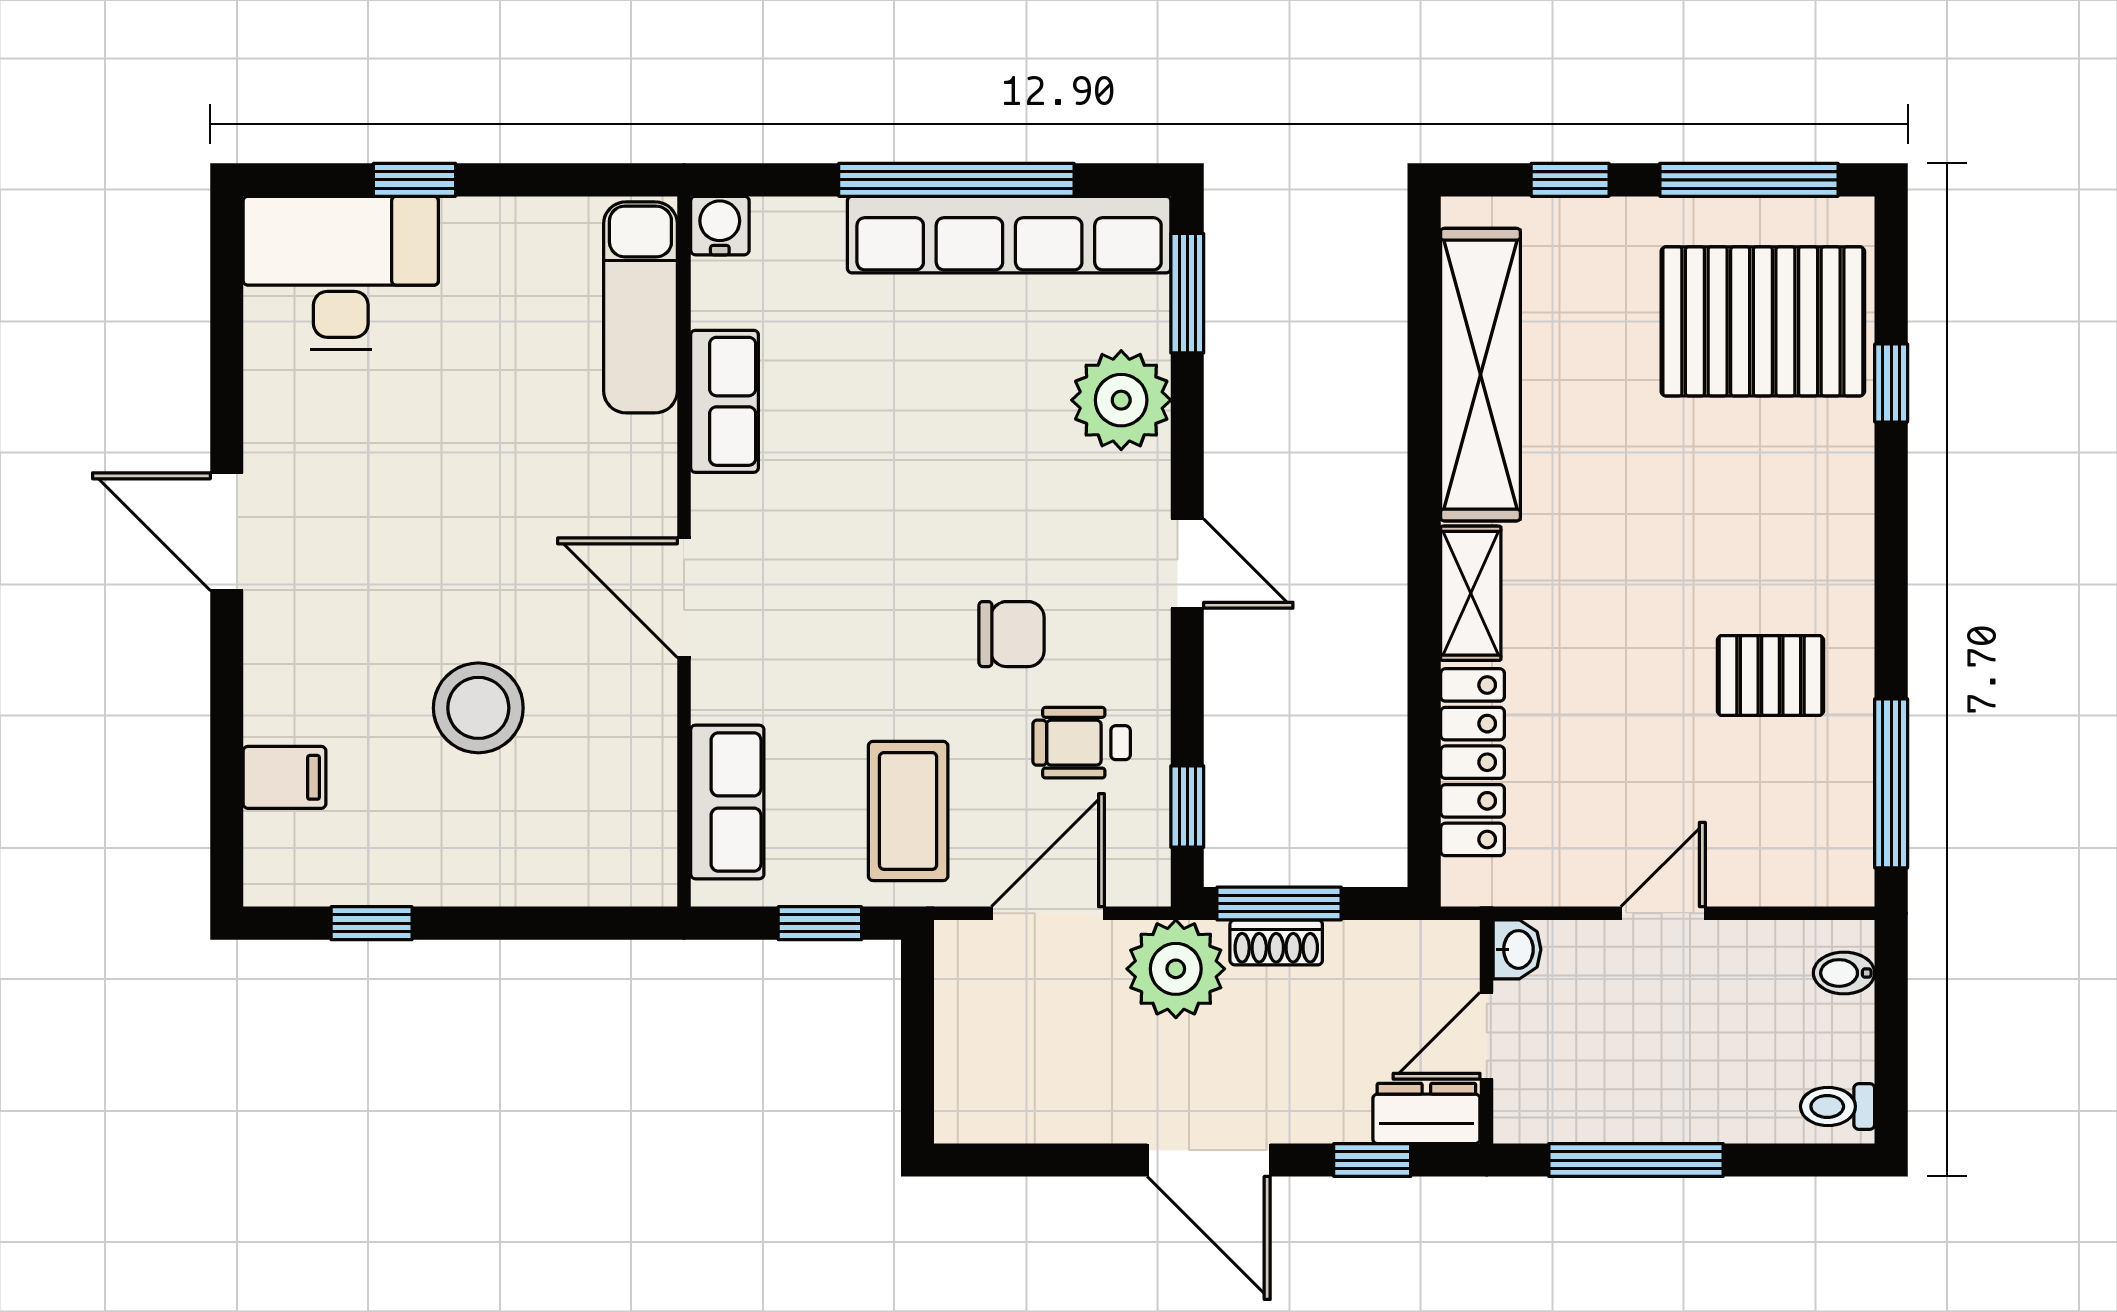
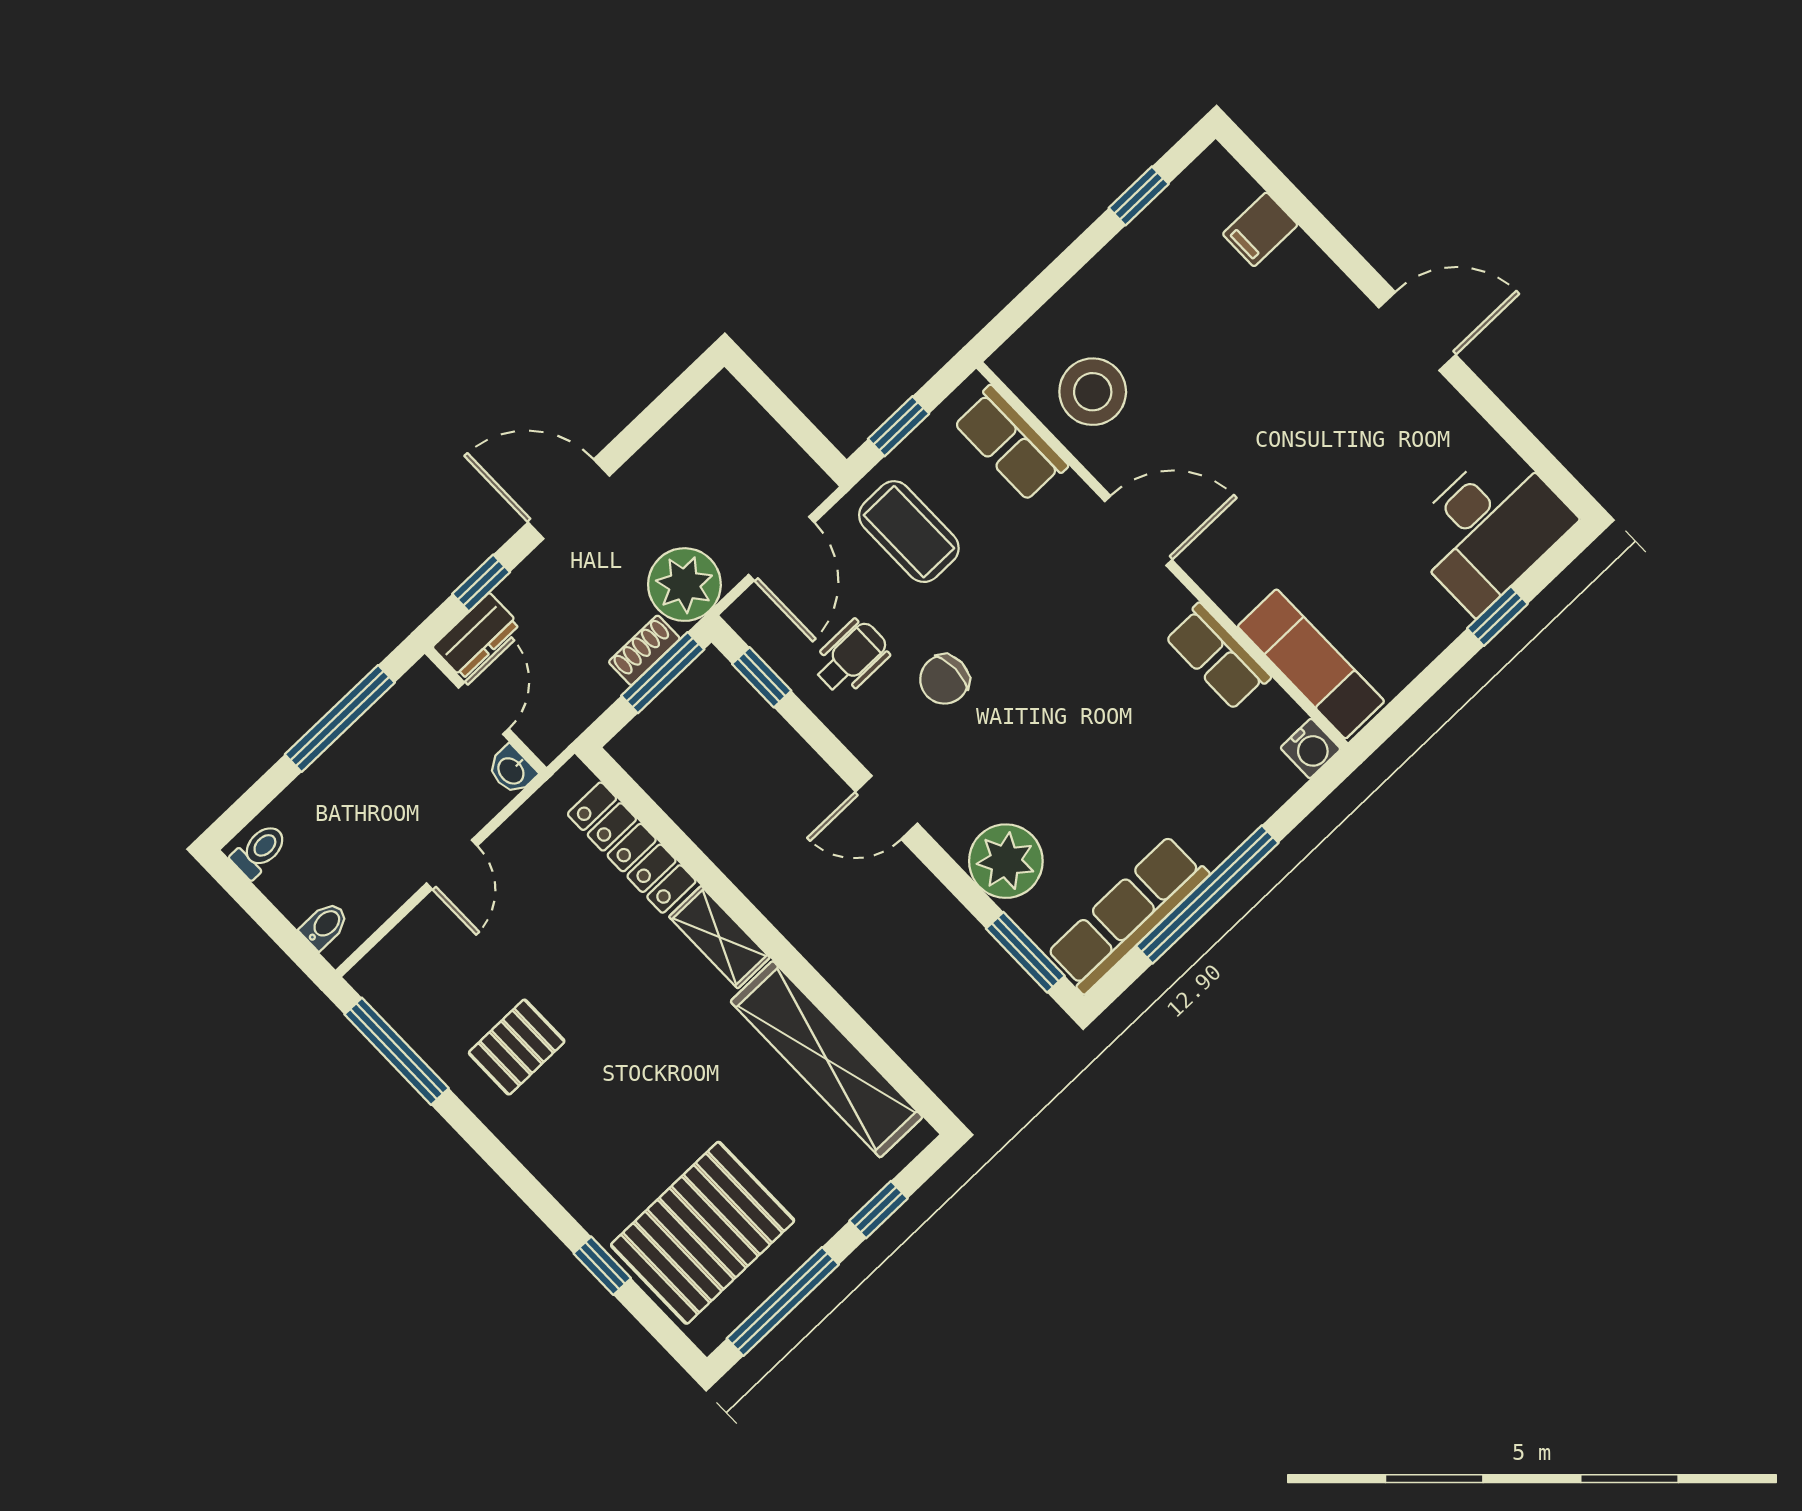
row of seats: (1009, 235) -> (1128, 914), width x0.73
stool: (478, 708) -> (1093, 392), moved

